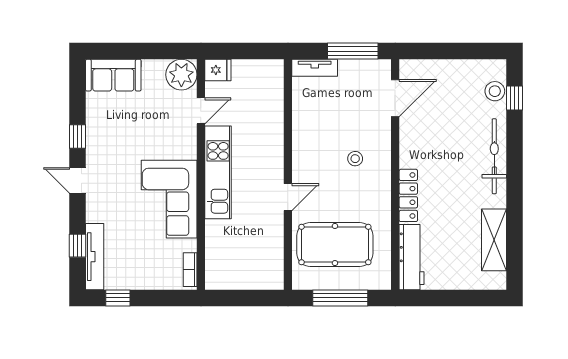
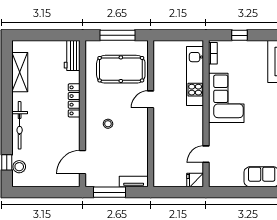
plant: (181, 75) -> (218, 177), removed
kitchen unit: (218, 172) -> (195, 76), moved
workbench: (412, 257) -> (72, 56), width x0.73
window: (118, 298) -> (239, 35), moved

